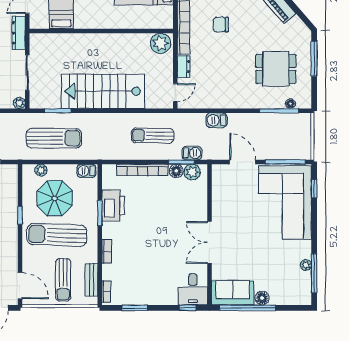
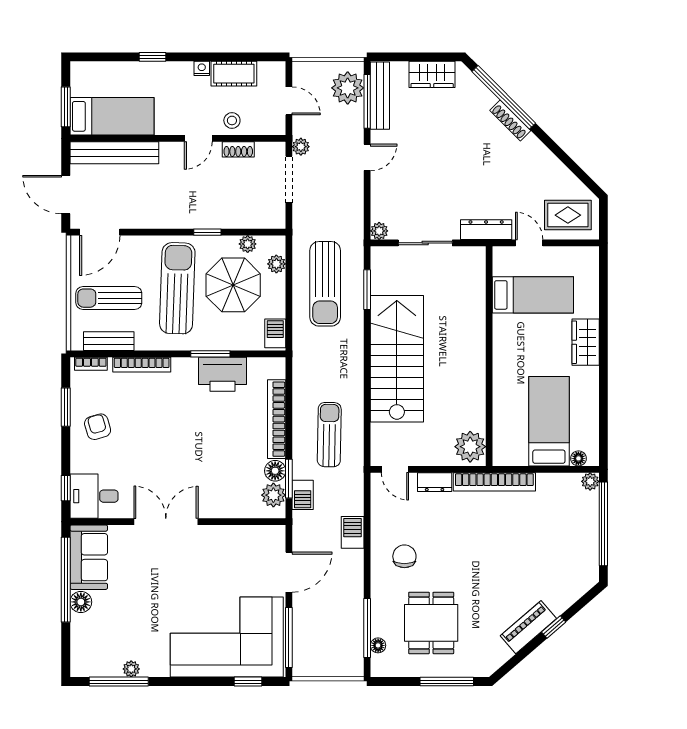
chair: (221, 25) -> (404, 556), moved
plant: (28, 189) -> (248, 244), added
bookcase: (107, 251) -> (142, 365), width x1.56
armchair: (147, 287) -> (98, 427), added

